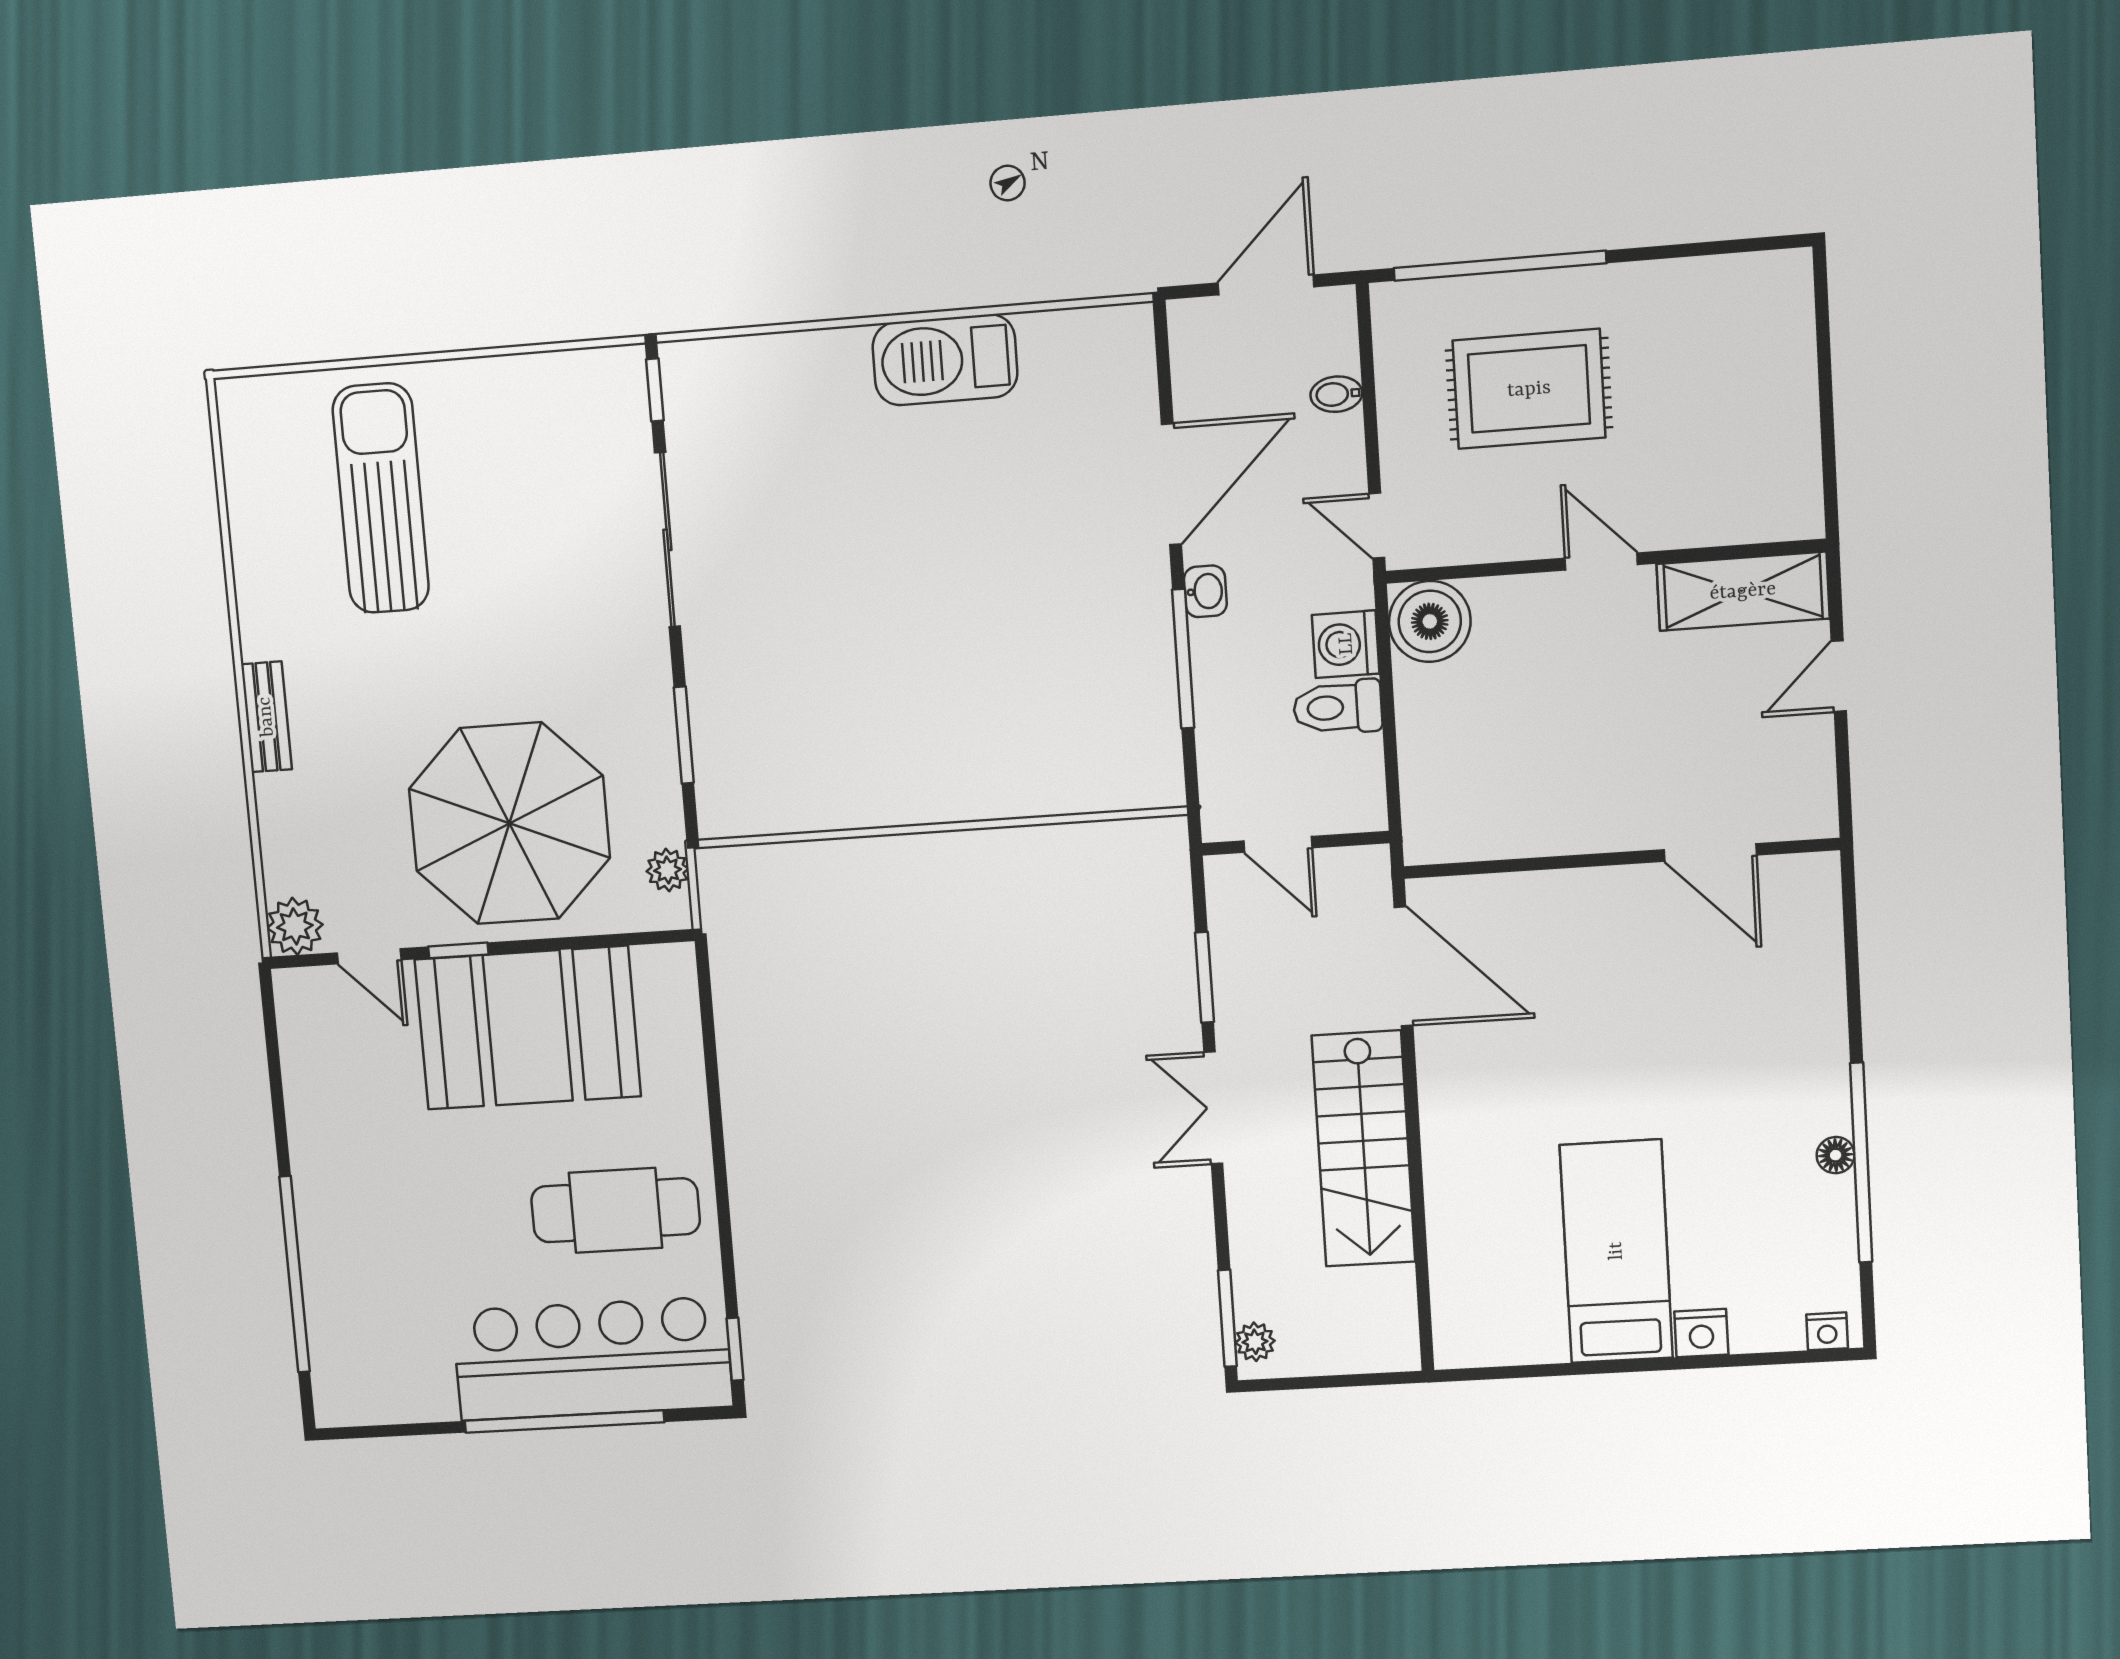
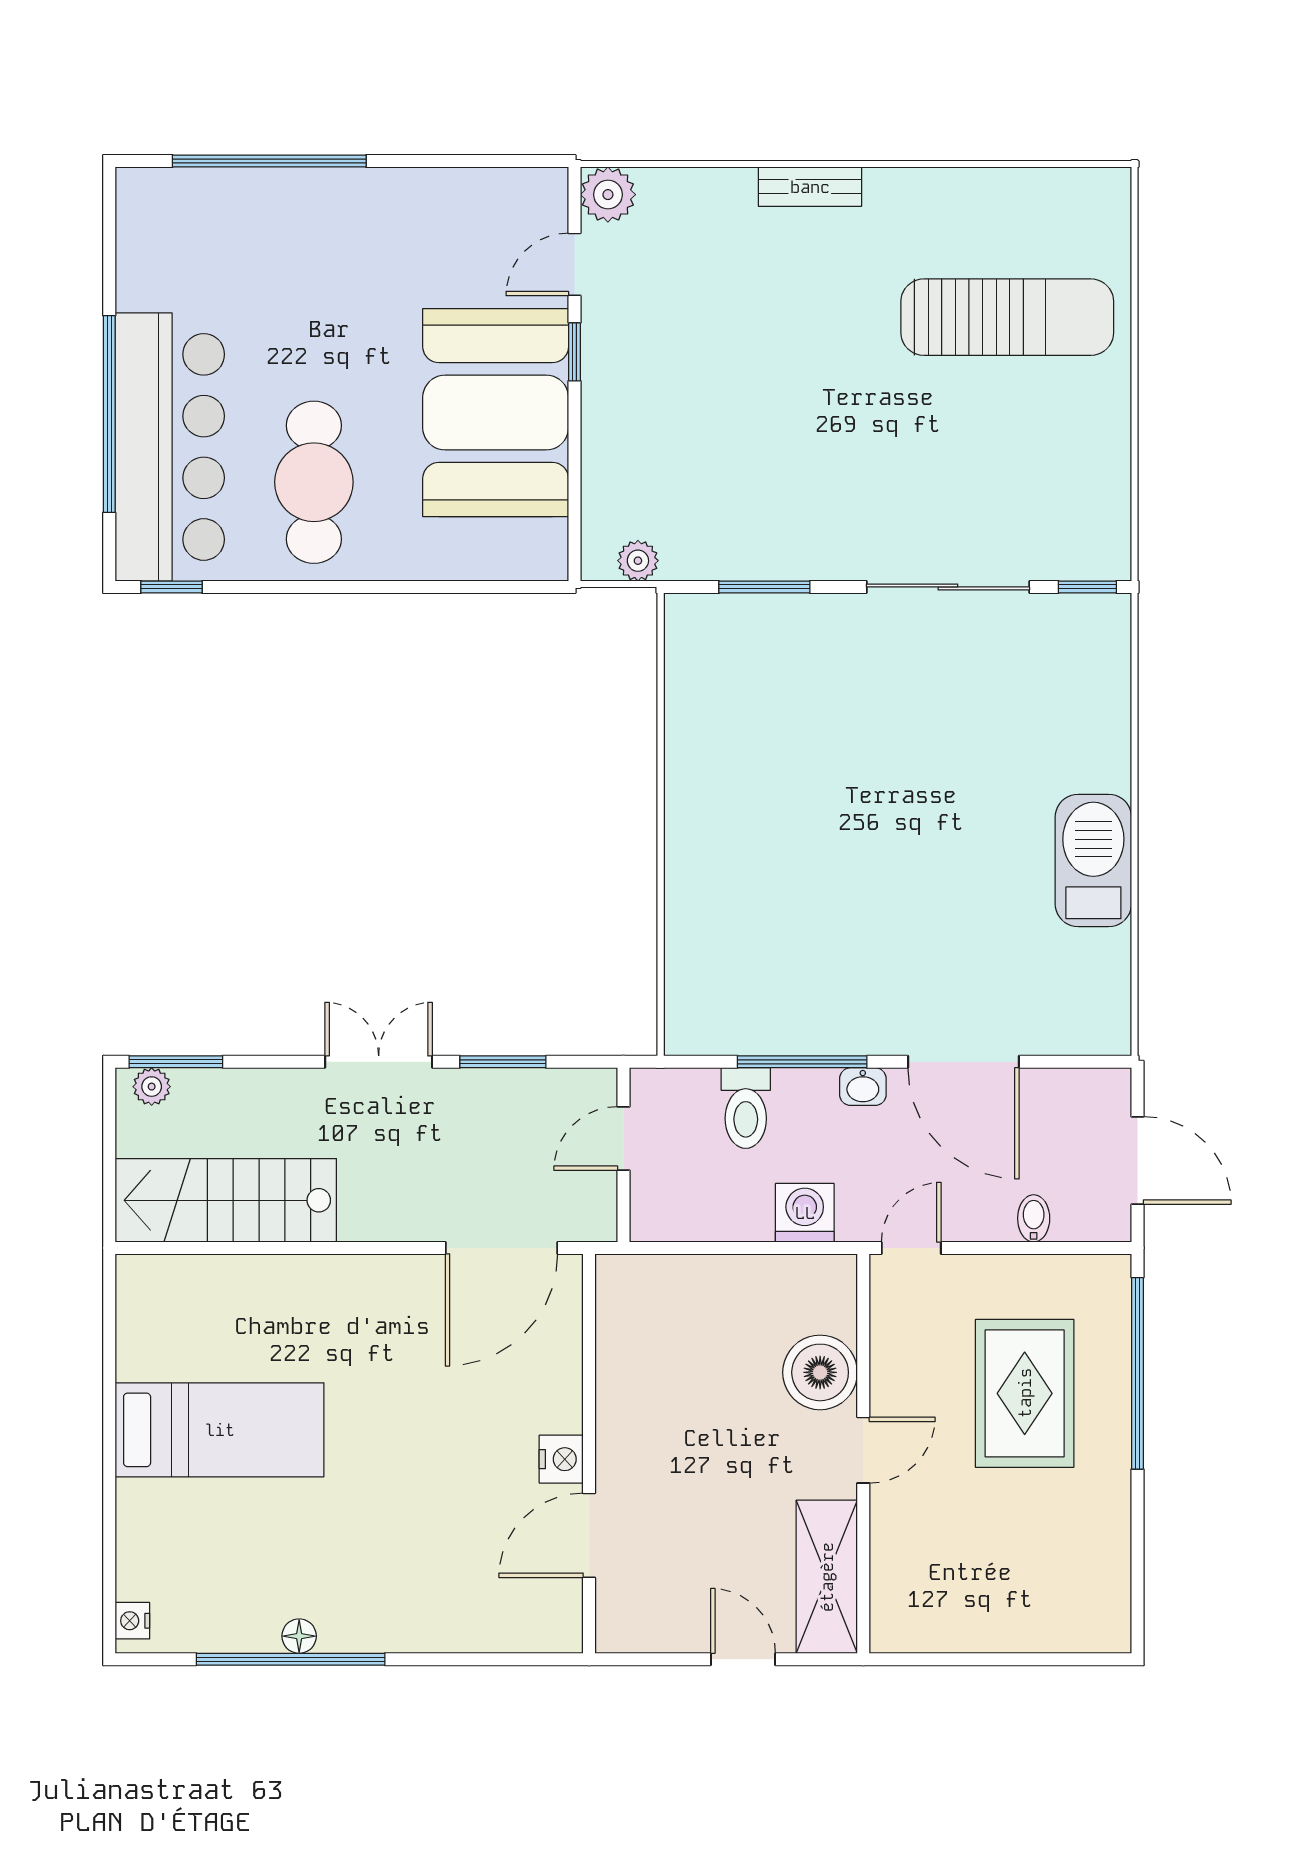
boiler: (1430, 621) -> (820, 1372), moved
toilet: (1338, 707) -> (746, 1108), moved, turned 180
parasol: (509, 823) -> (692, 413), removed
stairs: (1364, 1149) -> (226, 1200), moved
nightstand: (1701, 1333) -> (561, 1459), moved, turned 180

